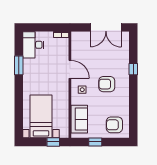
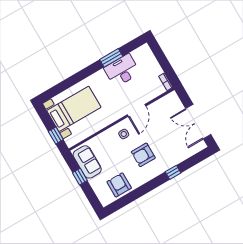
desk: (33, 45) -> (122, 70), moved
armchair: (107, 84) -> (143, 155), turned -90
sofa: (79, 119) -> (87, 162), moved, turned -90
armchair: (114, 125) -> (119, 185), moved

